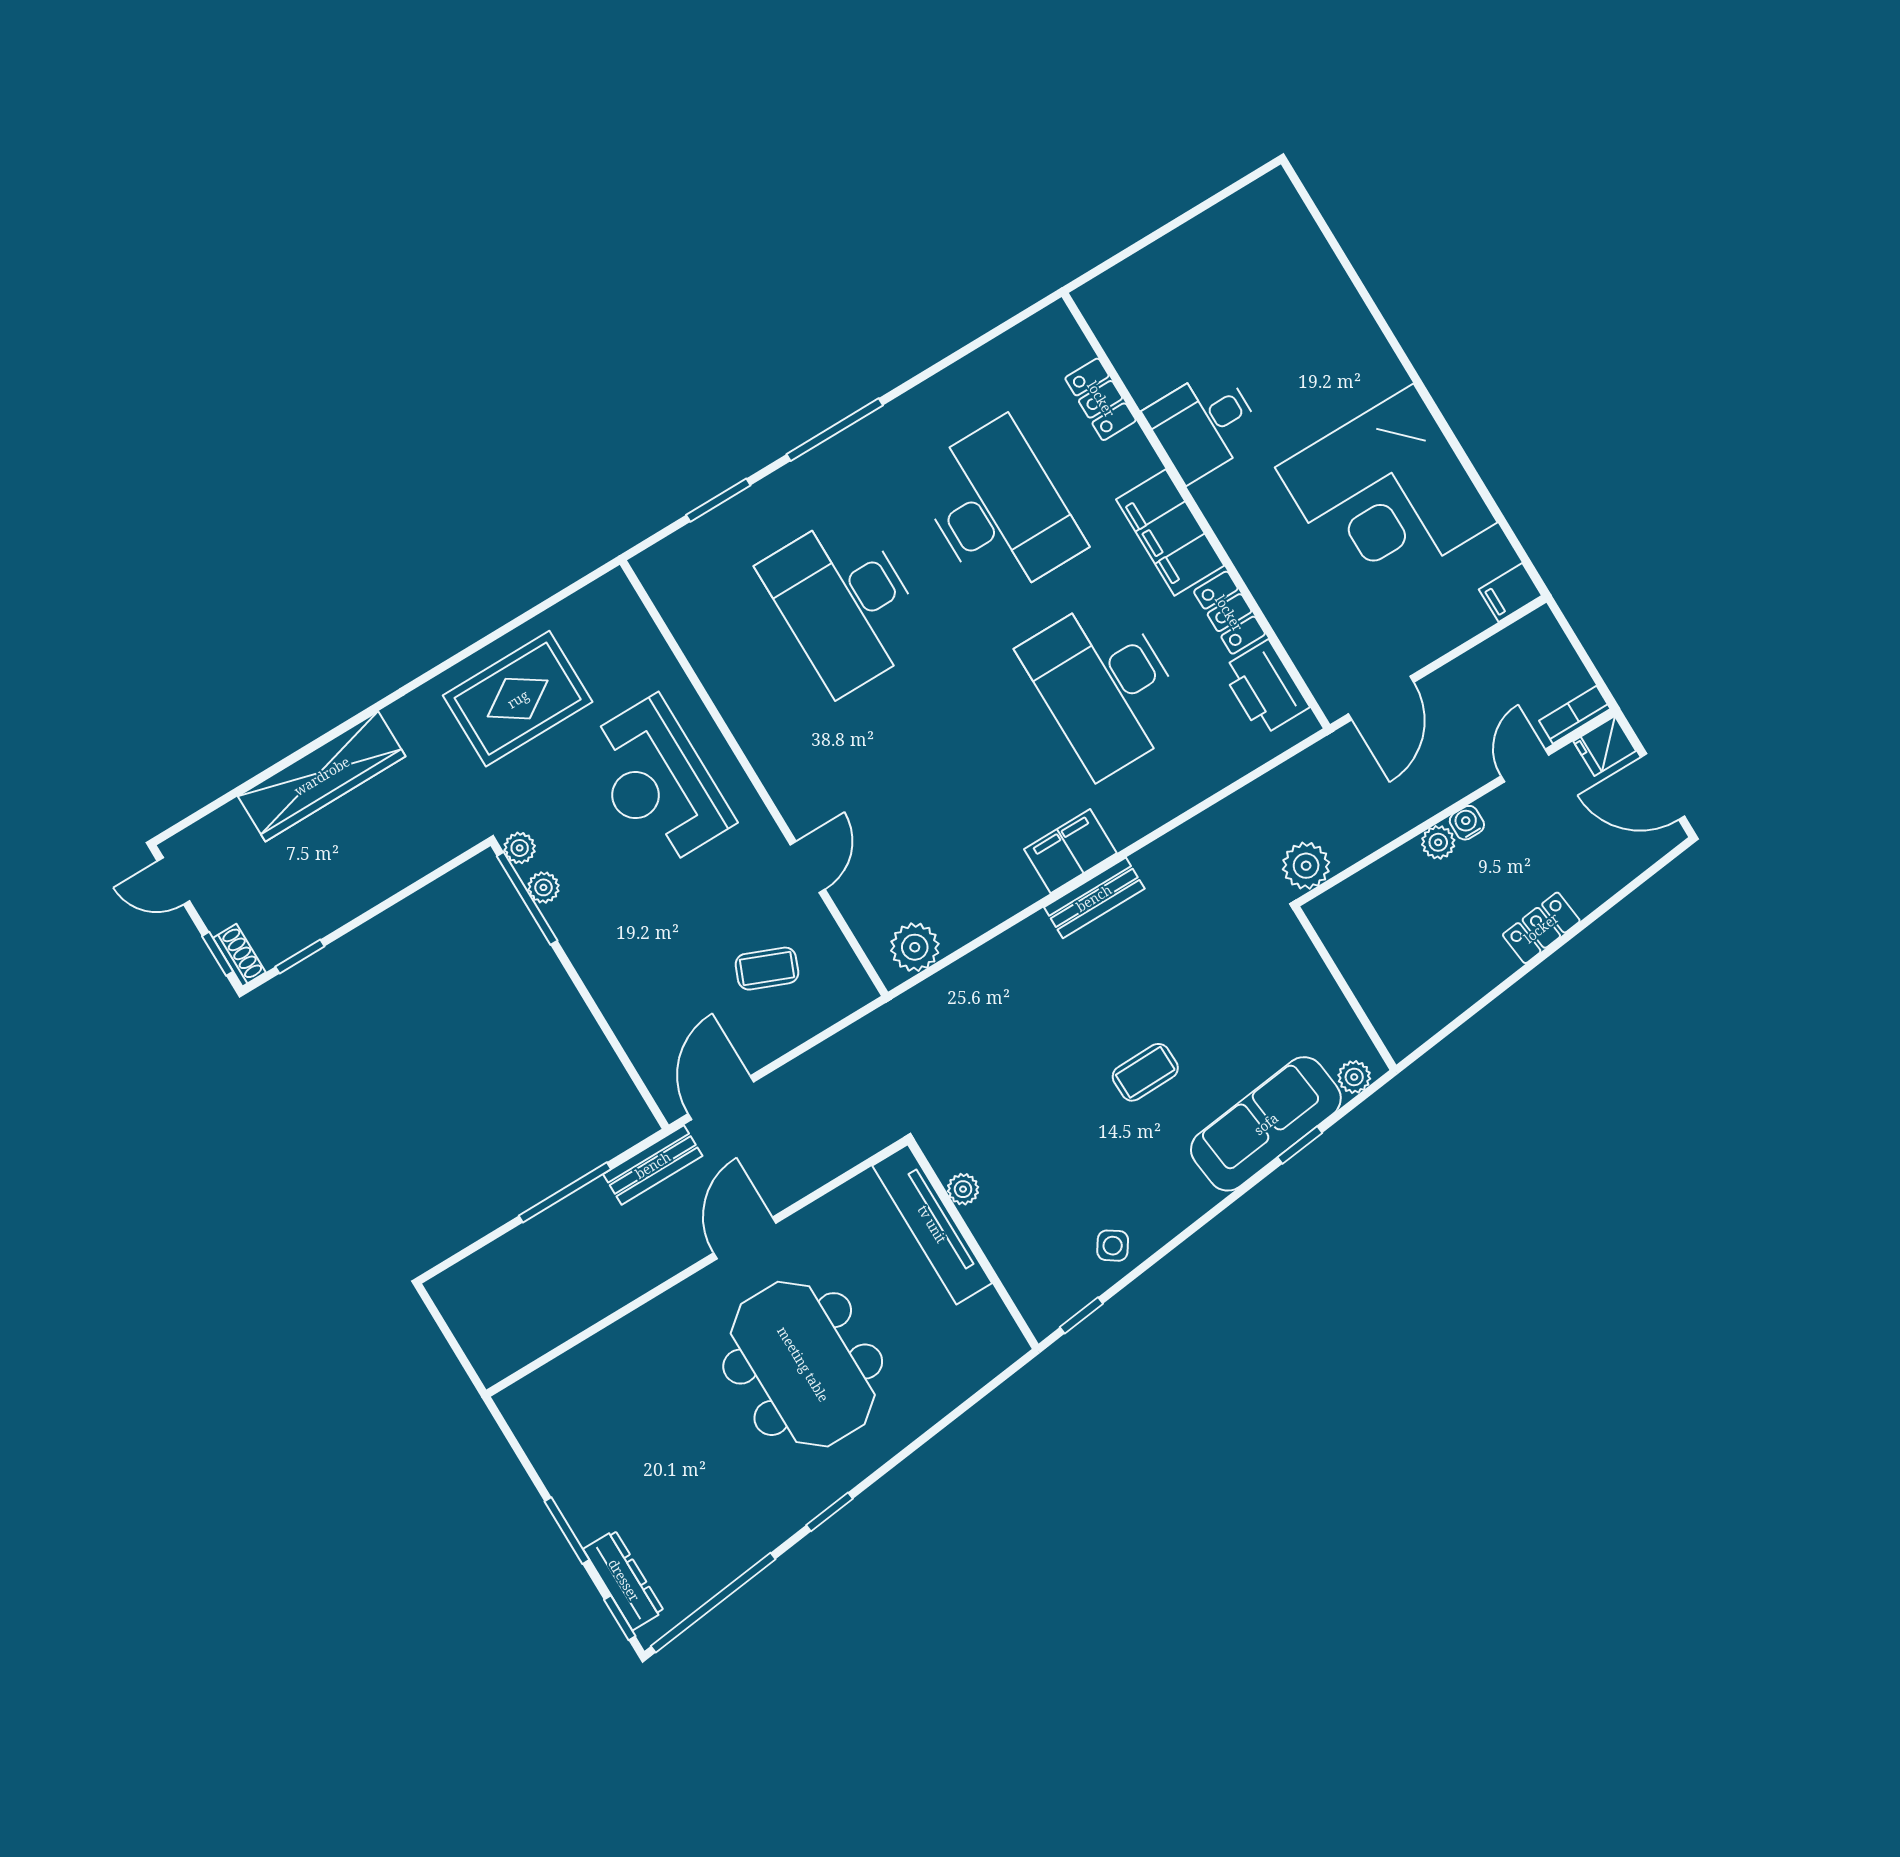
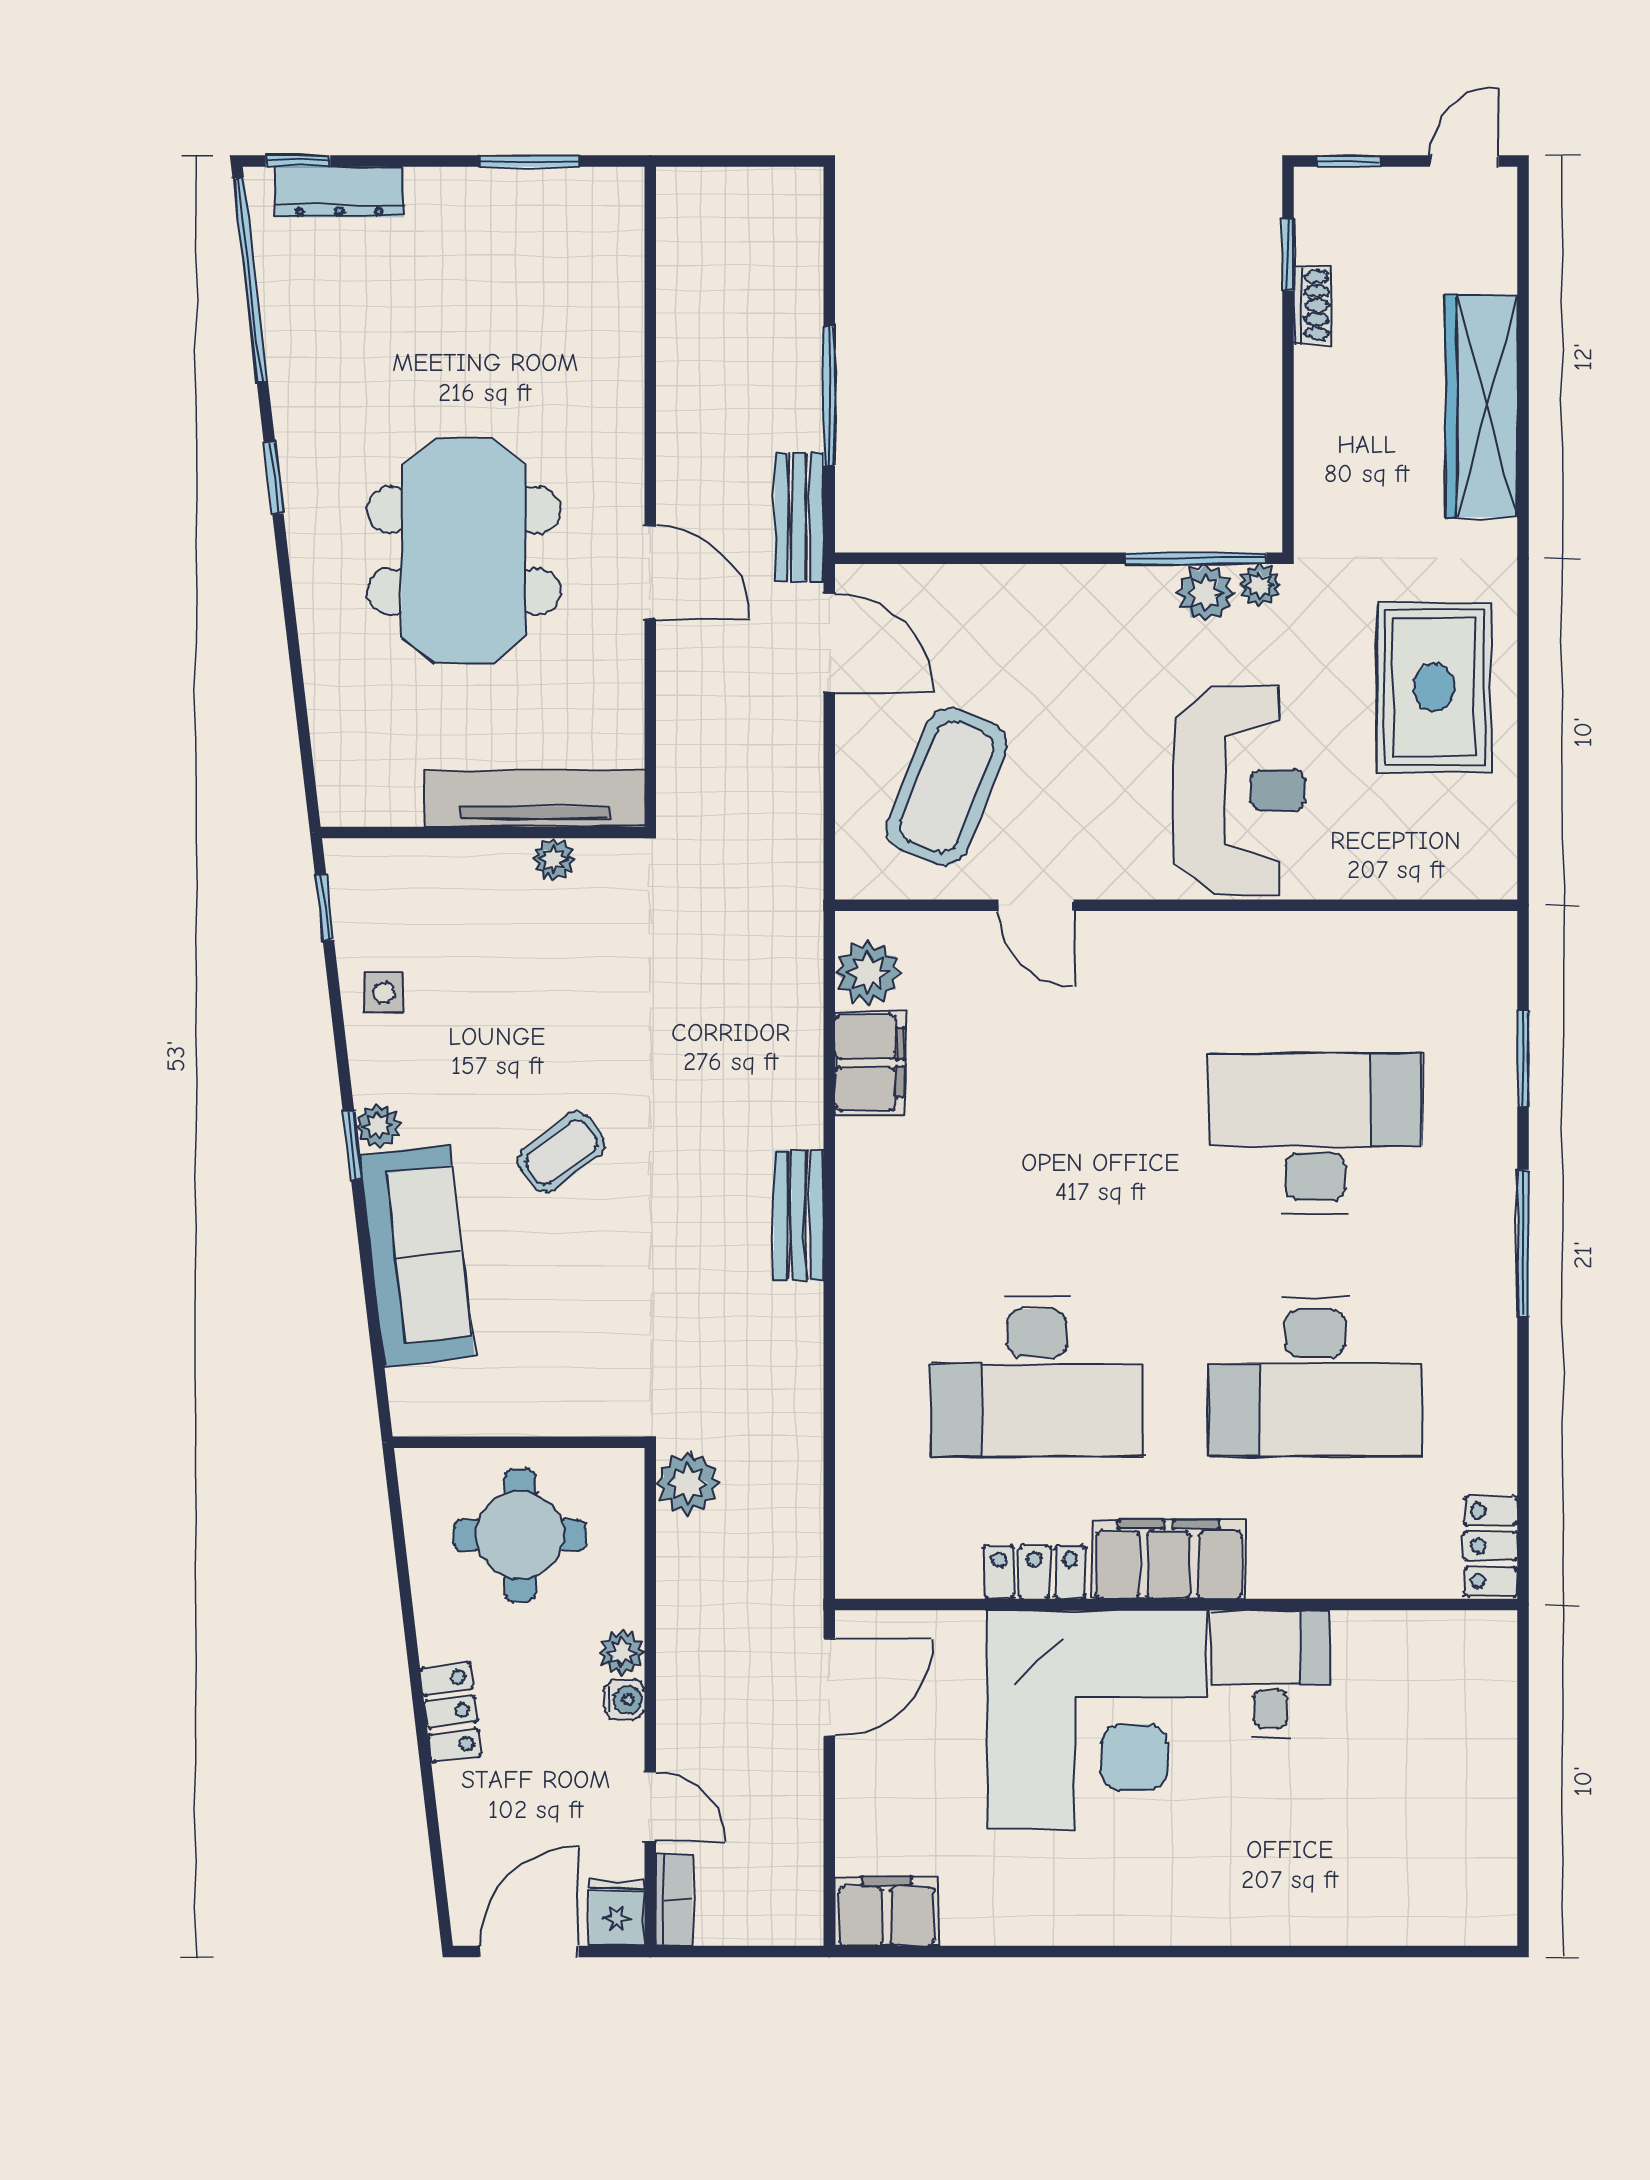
locker: (1101, 399) -> (1491, 1546), moved, turned -90
corner desk: (1386, 495) -> (1097, 1720), moved, turned 180
filing cabinet: (1510, 592) -> (887, 1911), width x2.00
desk: (1105, 686) -> (1037, 1376), turned 180
printer: (1265, 688) -> (923, 1560), removed
door: (1381, 698) -> (829, 1687), swing flipped
reception desk: (657, 782) -> (1240, 790), turned 90
filing cabinet: (1070, 851) -> (870, 1063), moved
plant: (543, 887) -> (1205, 593), width x1.38, depth x1.38
round table: (1403, 952) -> (520, 1535), added
shoe rack: (239, 955) -> (1312, 305), moved, turned -90
coffee table: (767, 969) -> (947, 787), width x1.86, depth x1.72
coffee table: (1145, 1072) -> (561, 1152), turned 53
plant: (1354, 1077) -> (378, 1126), moved
window: (1300, 1145) -> (353, 1145), moved
side table: (1113, 1246) -> (384, 993), turned -34
meeting table: (803, 1364) -> (464, 551), turned 90
window: (567, 1531) -> (529, 161), moved

